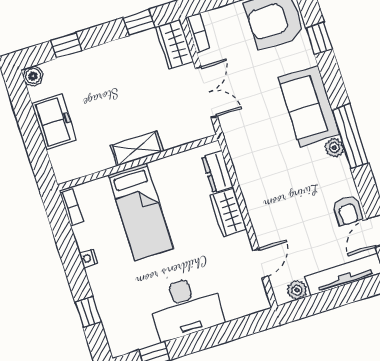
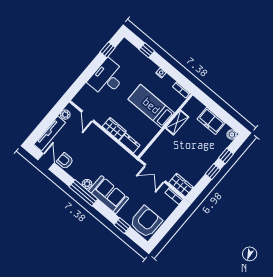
window: (139, 22) -> (213, 172), moved
shelving: (137, 149) -> (177, 123), moved

